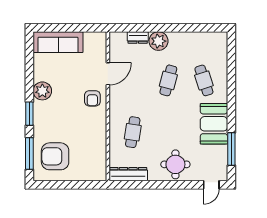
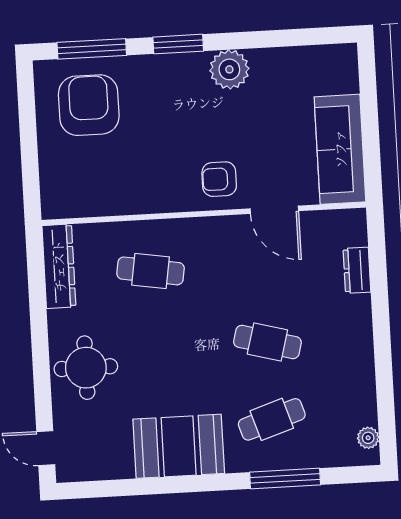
plant: (158, 41) -> (368, 438), moved, width x0.53, depth x0.53
sofa: (58, 42) -> (340, 149), moved
window: (231, 149) -> (285, 478), moved

